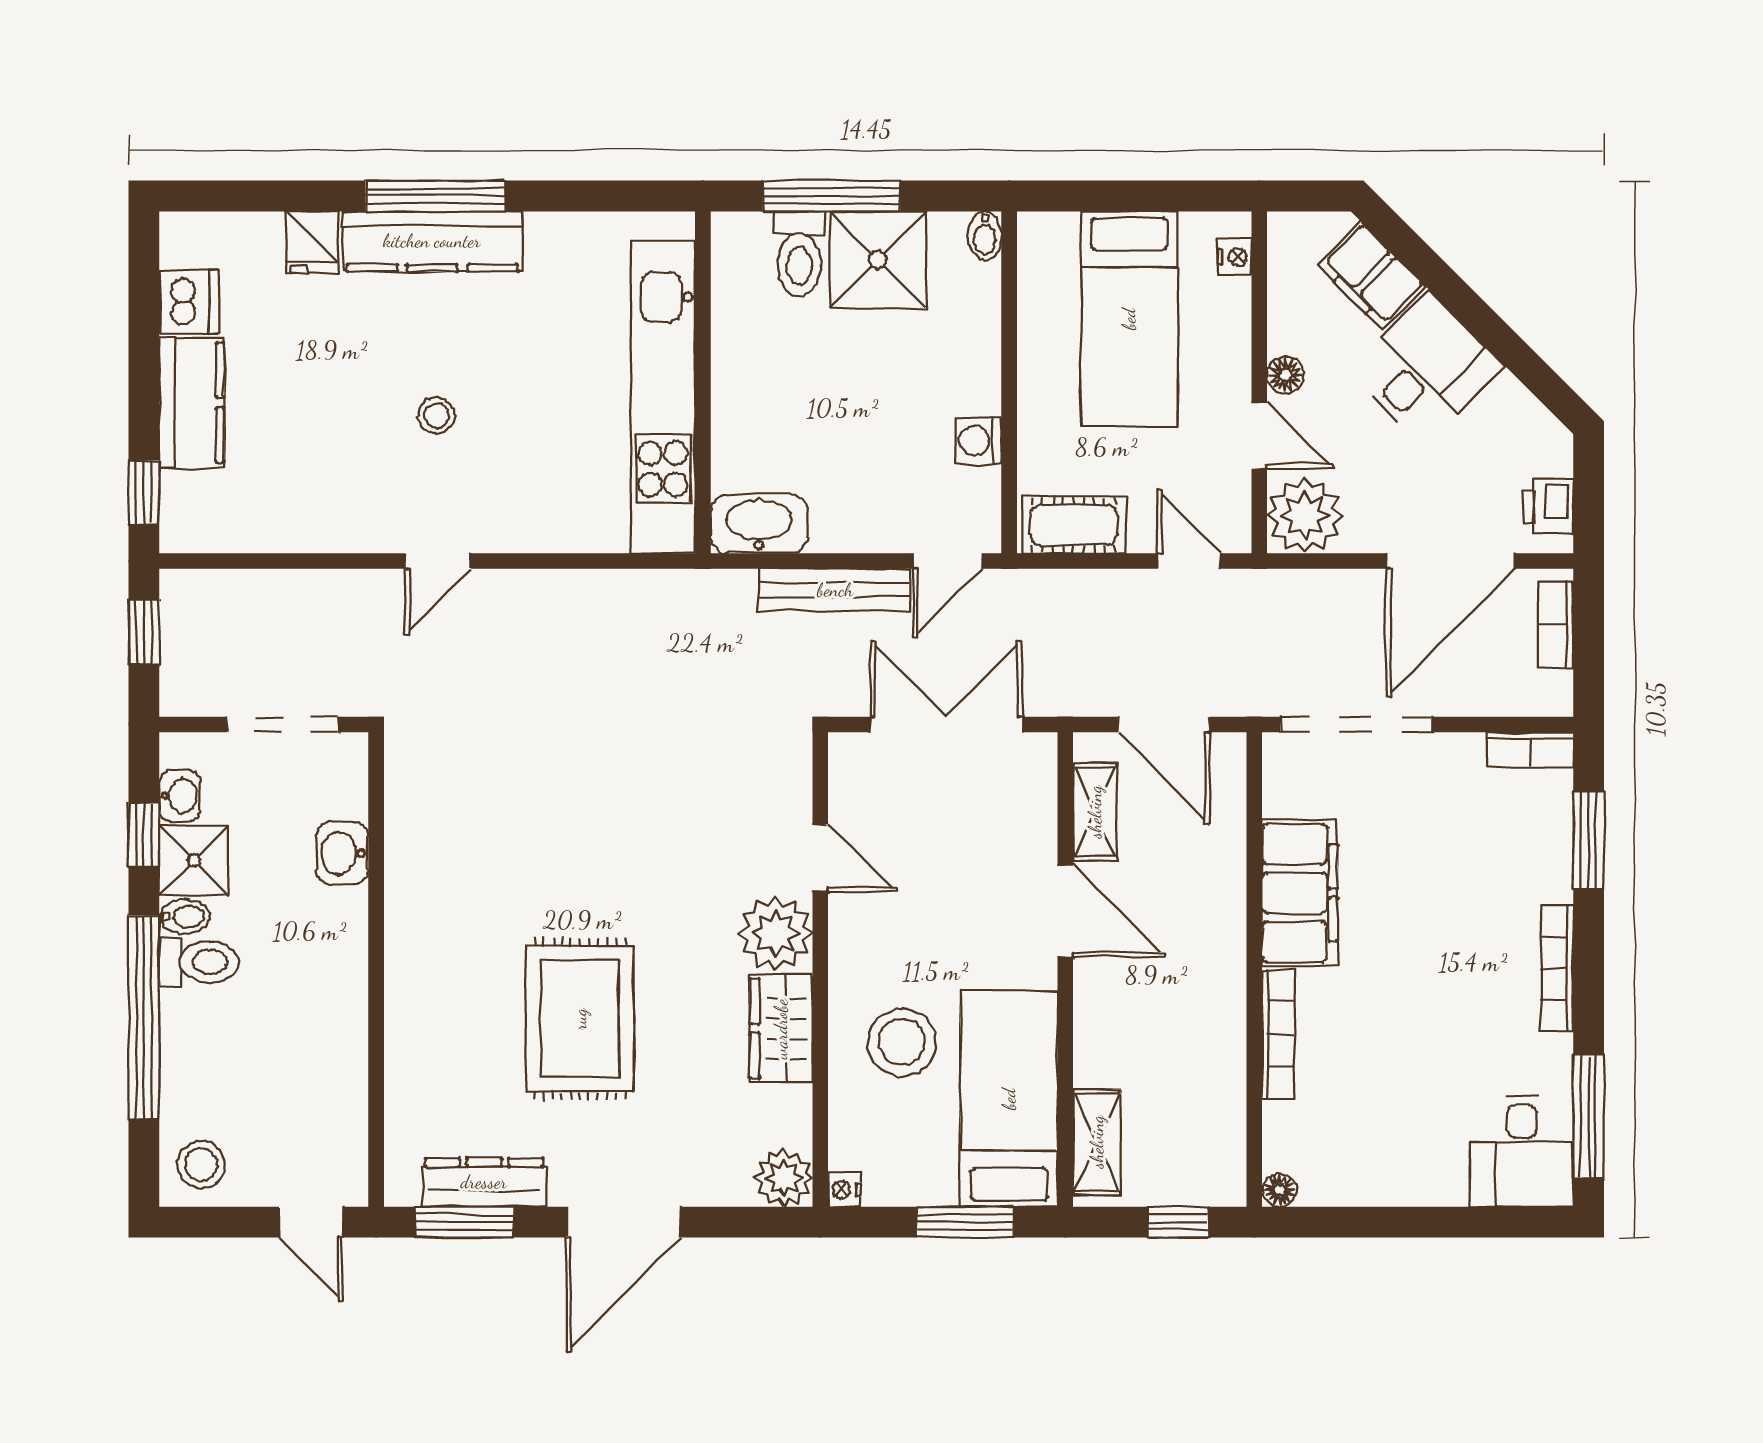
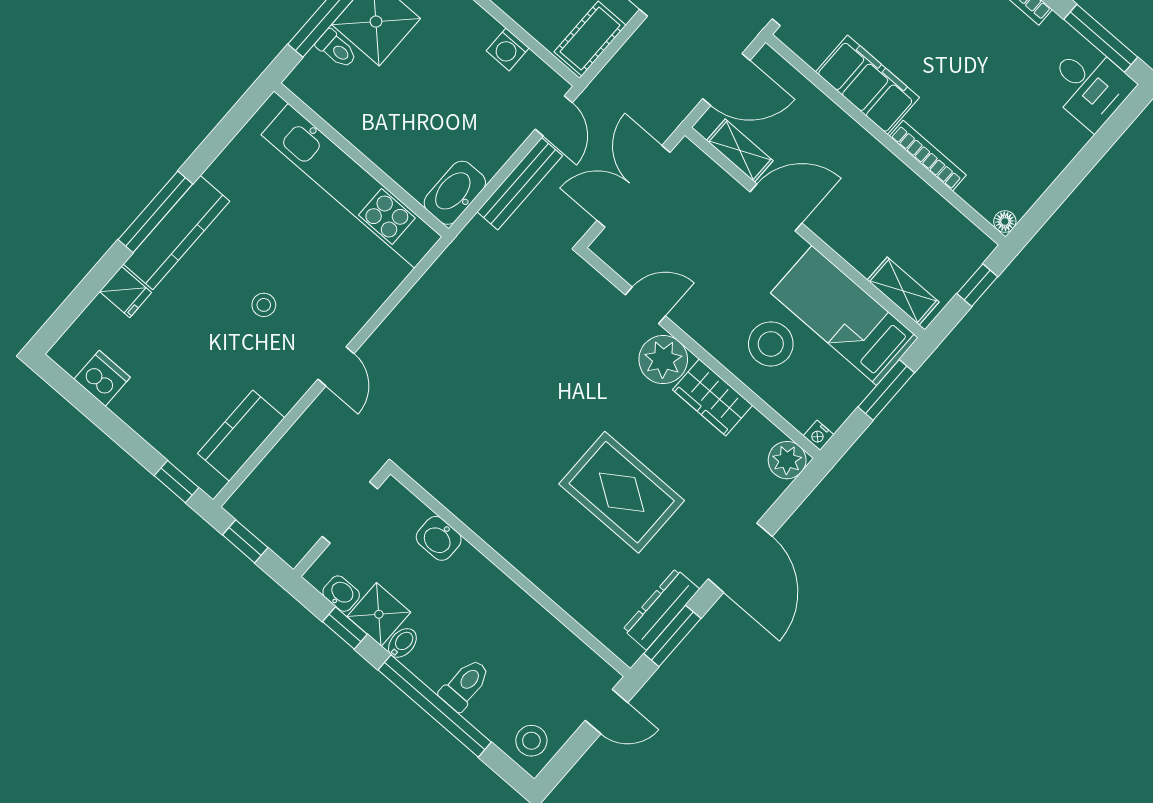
toilet: (799, 254) -> (337, 49), width x0.73, depth x0.72
kitchen counter: (192, 403) -> (241, 436), moved, turned -90
toilet: (199, 962) -> (465, 685), moved

